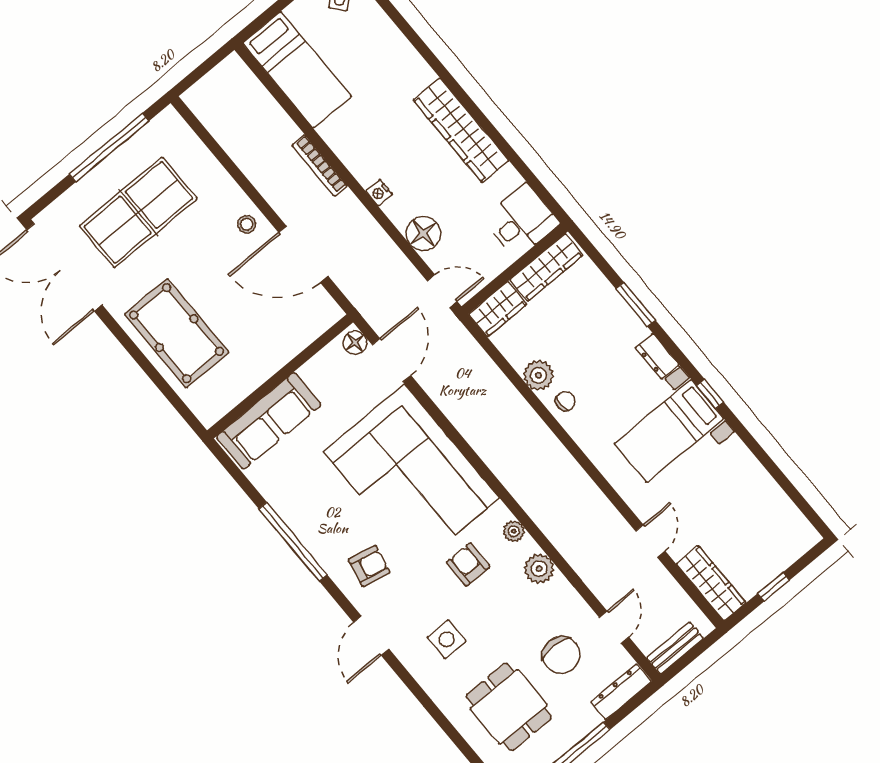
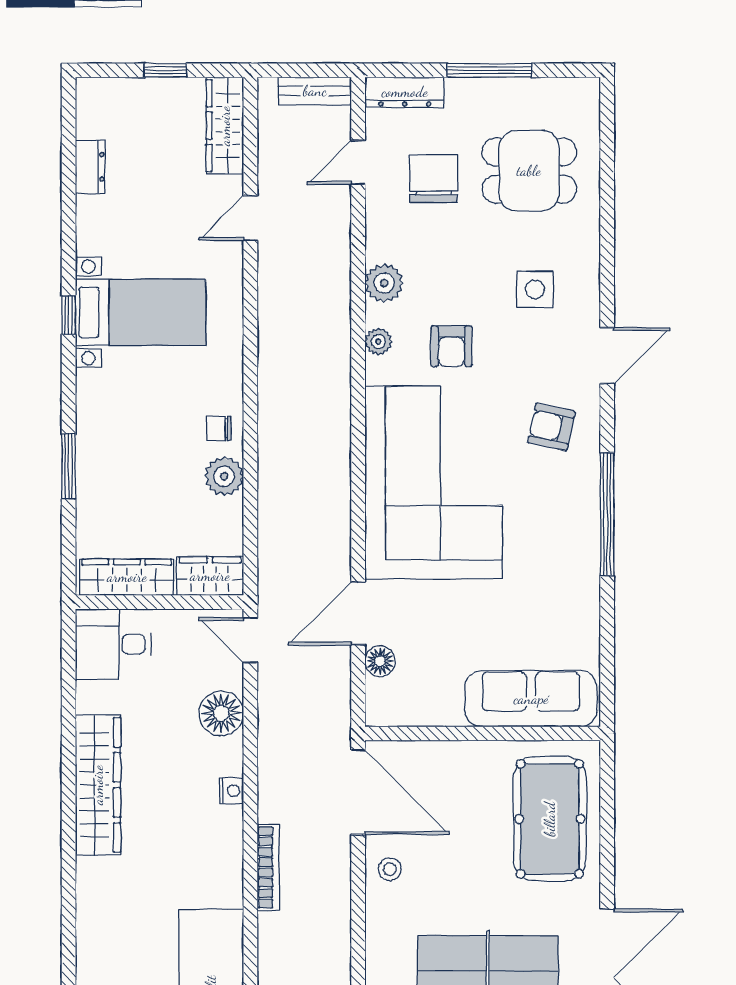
dresser: (657, 356) -> (90, 167), moved
wall: (280, 376) -> (483, 733), moved
sofa: (269, 421) -> (531, 699), moved
dining table: (509, 707) -> (529, 171), turned 90

